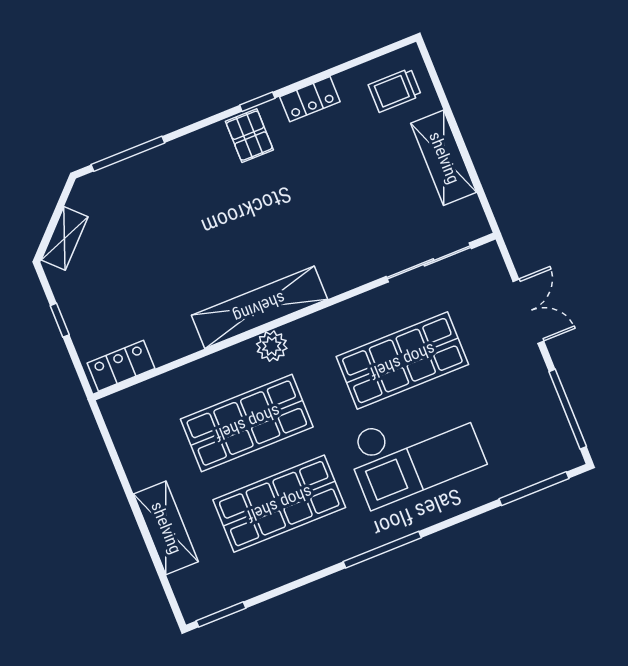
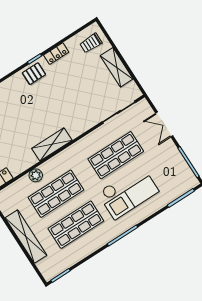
pallet: (249, 136) -> (34, 74), turned 90
shelving: (259, 307) -> (52, 144), width x0.68
double door: (528, 311) -> (164, 124), swing flipped
plant: (272, 346) -> (36, 175), moved
shelving: (166, 528) -> (26, 237), width x1.47

